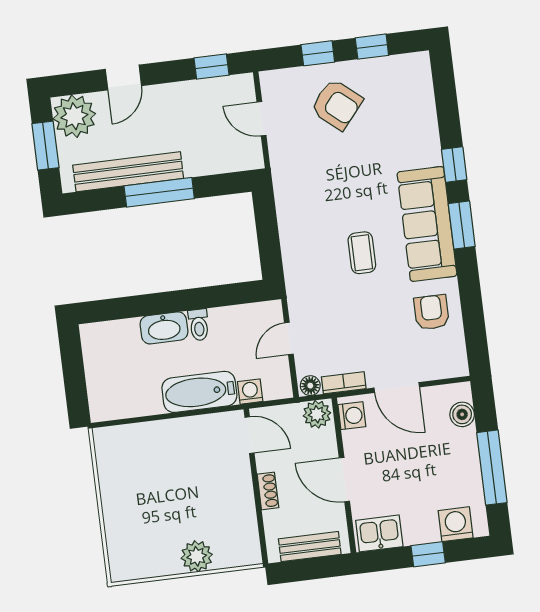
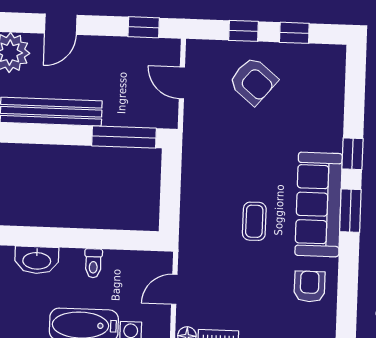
window: (159, 192) -> (124, 137), moved
washbasin: (164, 328) -> (37, 260), moved

